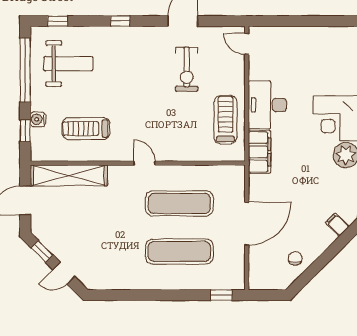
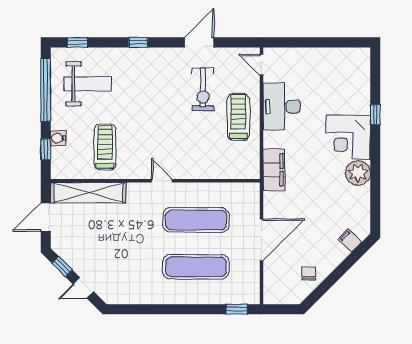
desk: (268, 105) -> (282, 106), moved
treadmill: (225, 120) -> (238, 117), moved
treadmill: (86, 129) -> (105, 147), turned 90

